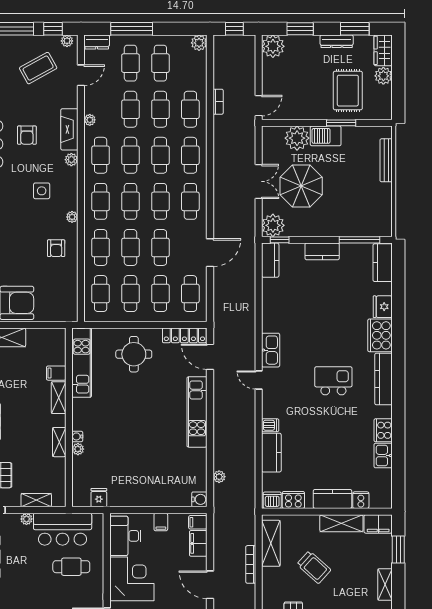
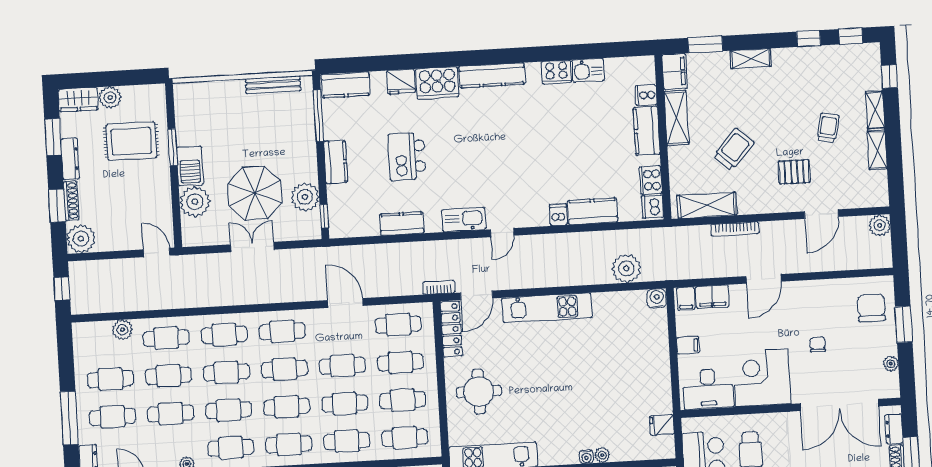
shoe rack: (303, 40) -> (71, 201), added
plant: (199, 43) -> (122, 330), moved
bookcase: (218, 102) -> (439, 287), moved
bench: (386, 160) -> (273, 85), moved
plant: (273, 225) -> (305, 197), moved
kitchen counter: (270, 260) -> (402, 224), moved
kitchen island: (333, 381) -> (407, 156), moved
plant: (219, 477) -> (626, 268), width x1.87, depth x1.87

